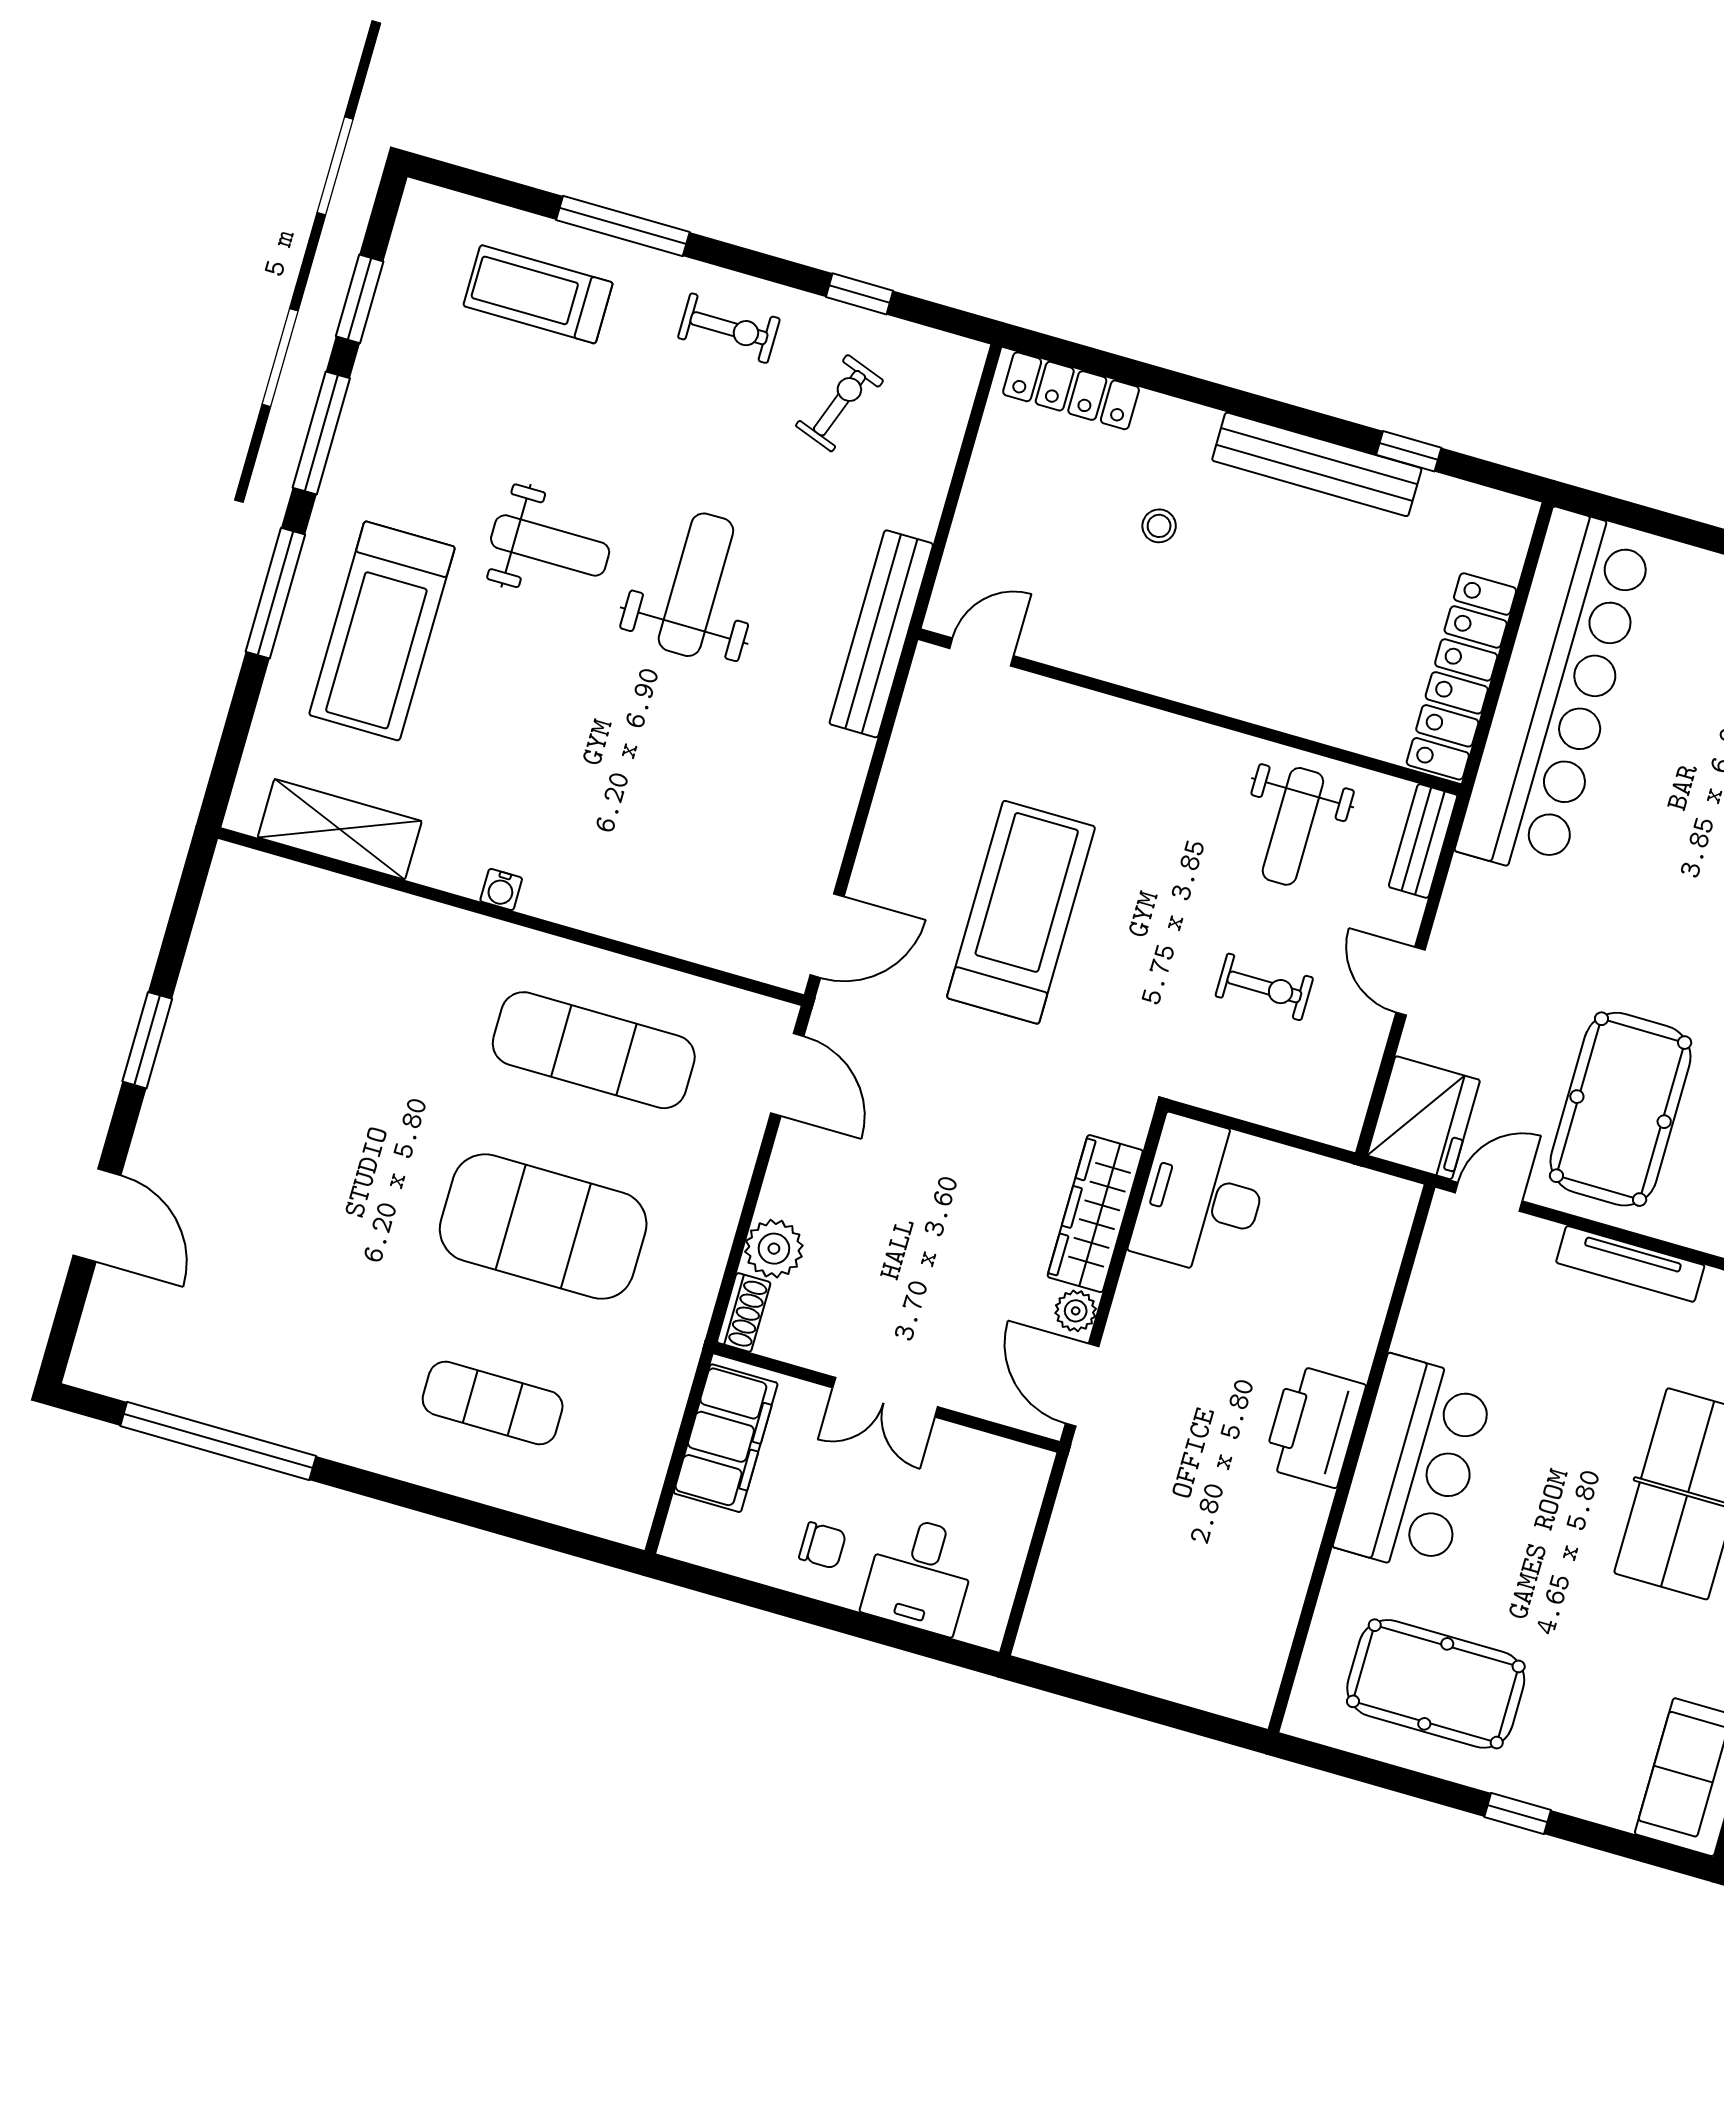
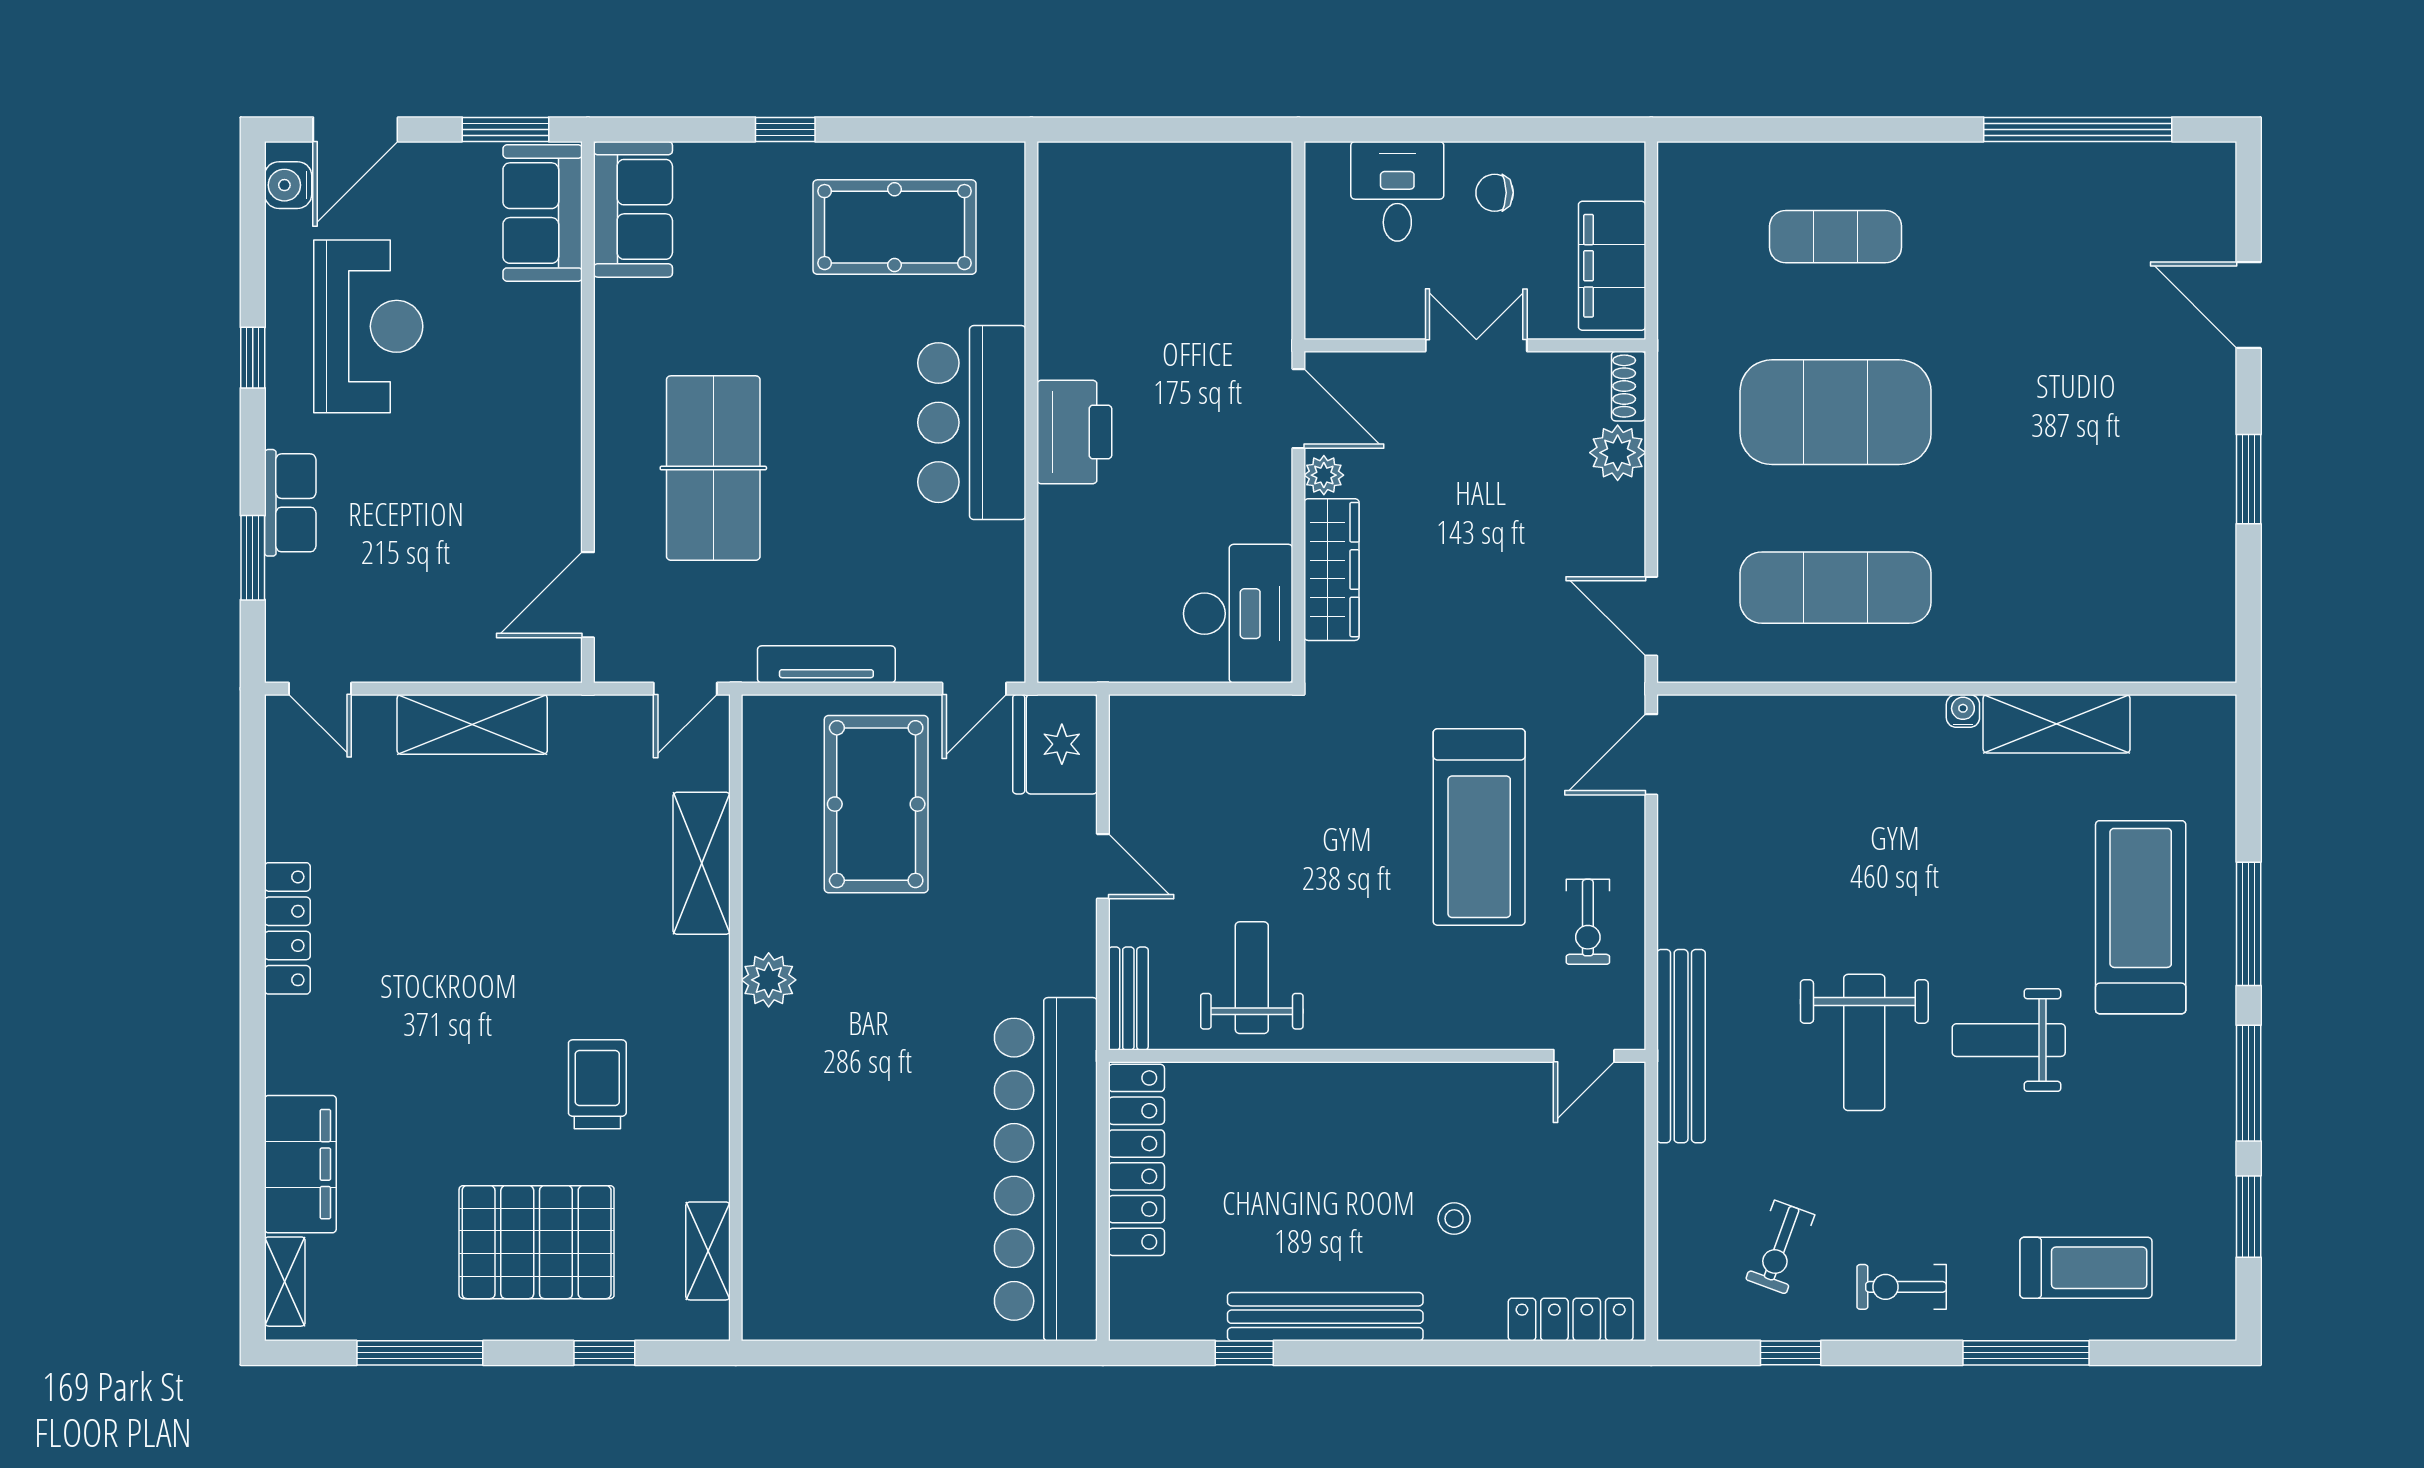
shelving: (340, 829) -> (2057, 724), moved
exercise bike: (1264, 987) -> (1588, 922), moved, turned -90

